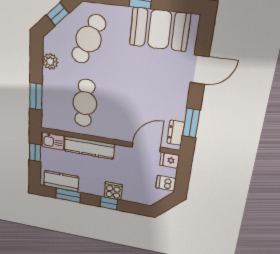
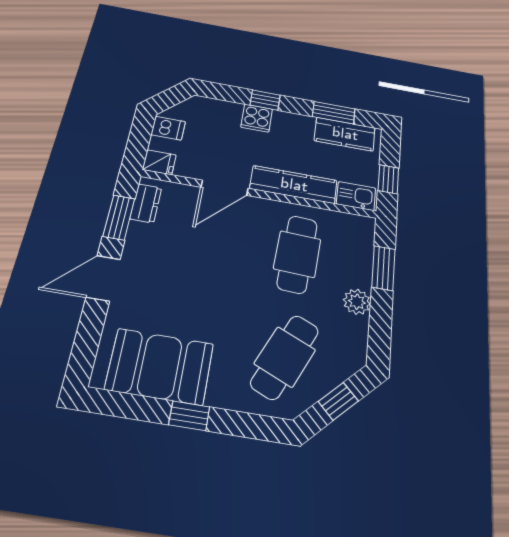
plant: (50, 61) -> (357, 302), moved
door: (199, 70) -> (103, 278), moved
door: (146, 147) -> (225, 188), moved

